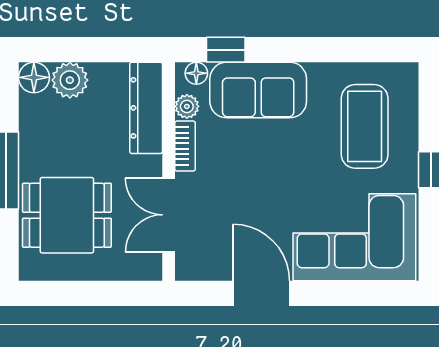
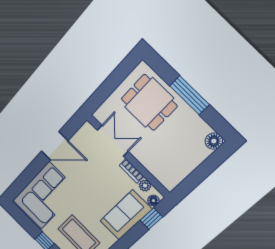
plant: (70, 80) -> (198, 154), removed
dresser: (146, 108) -> (159, 171), removed
dining table: (67, 215) -> (149, 103), turned 90

